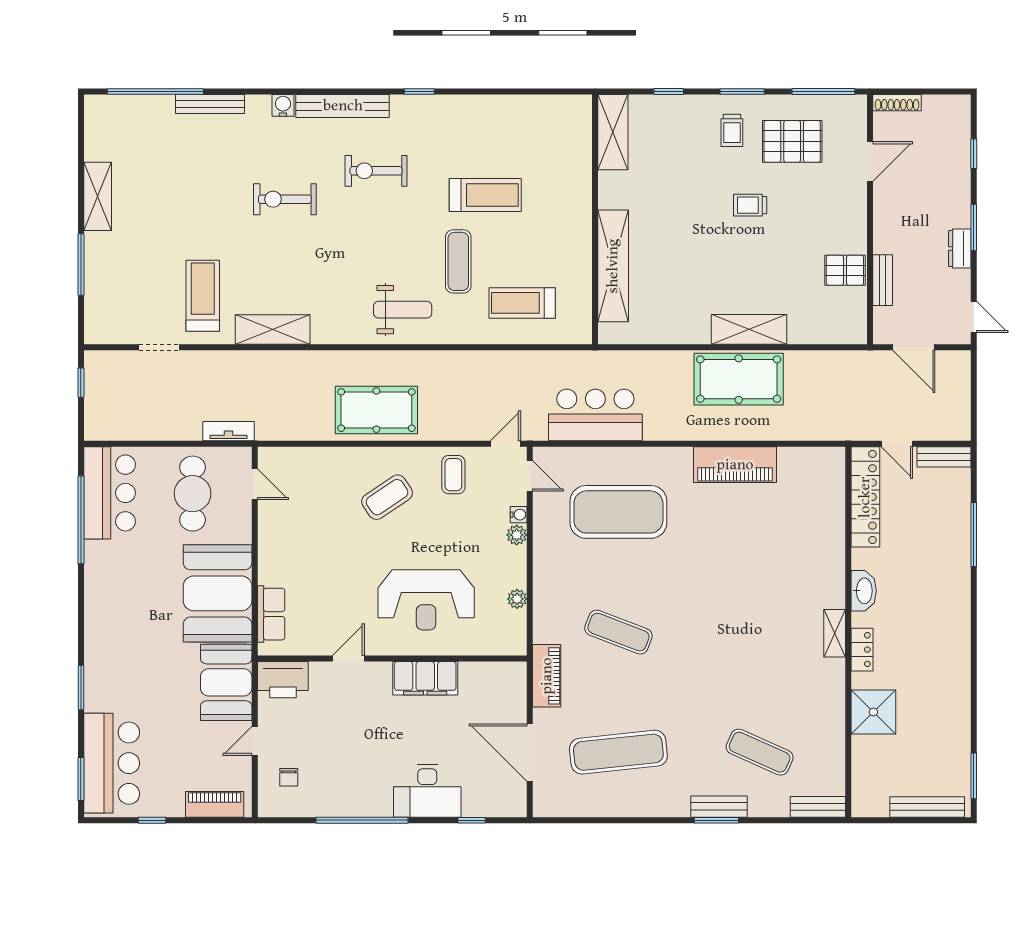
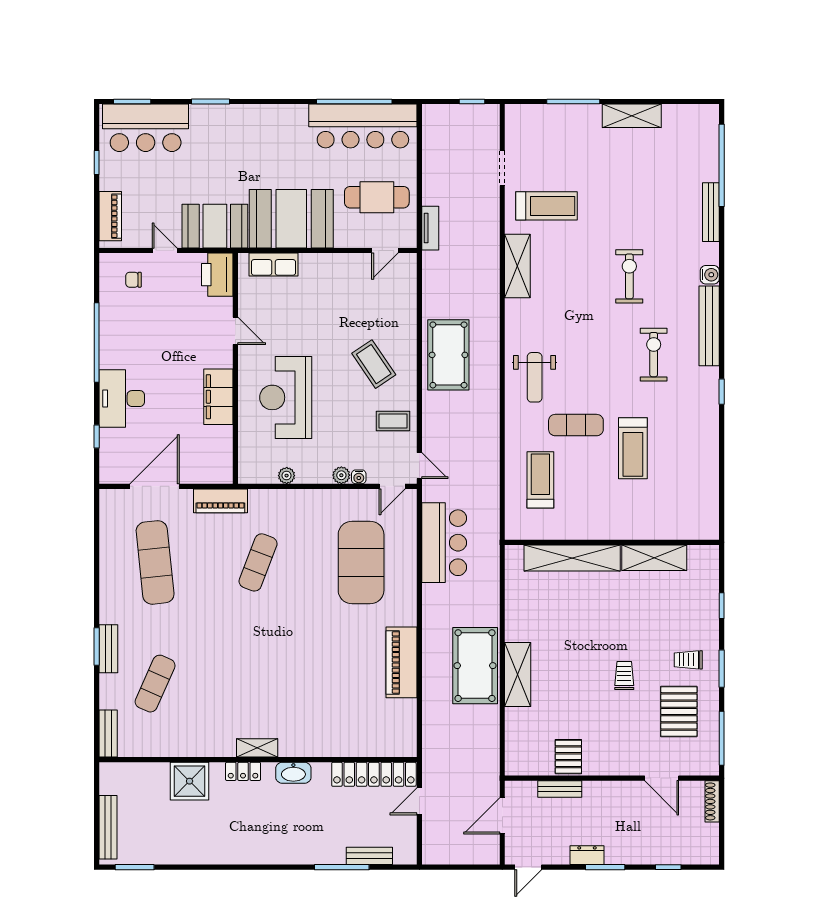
shelving: (613, 132) -> (654, 558), moved
bench: (944, 457) -> (369, 856), moved, turned 90
bar counter: (110, 493) -> (363, 126), width x1.36

